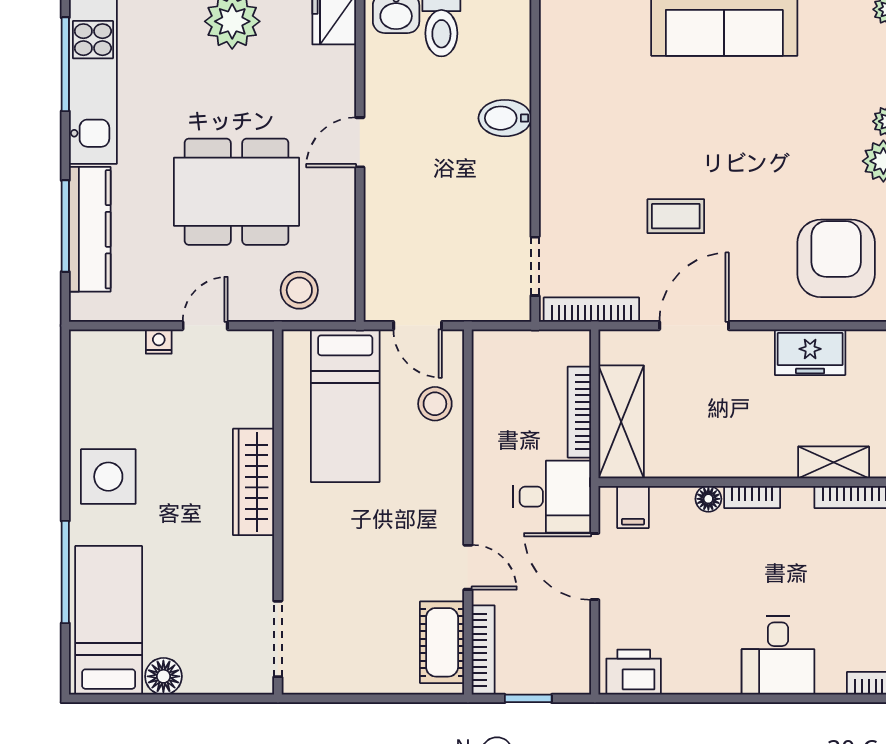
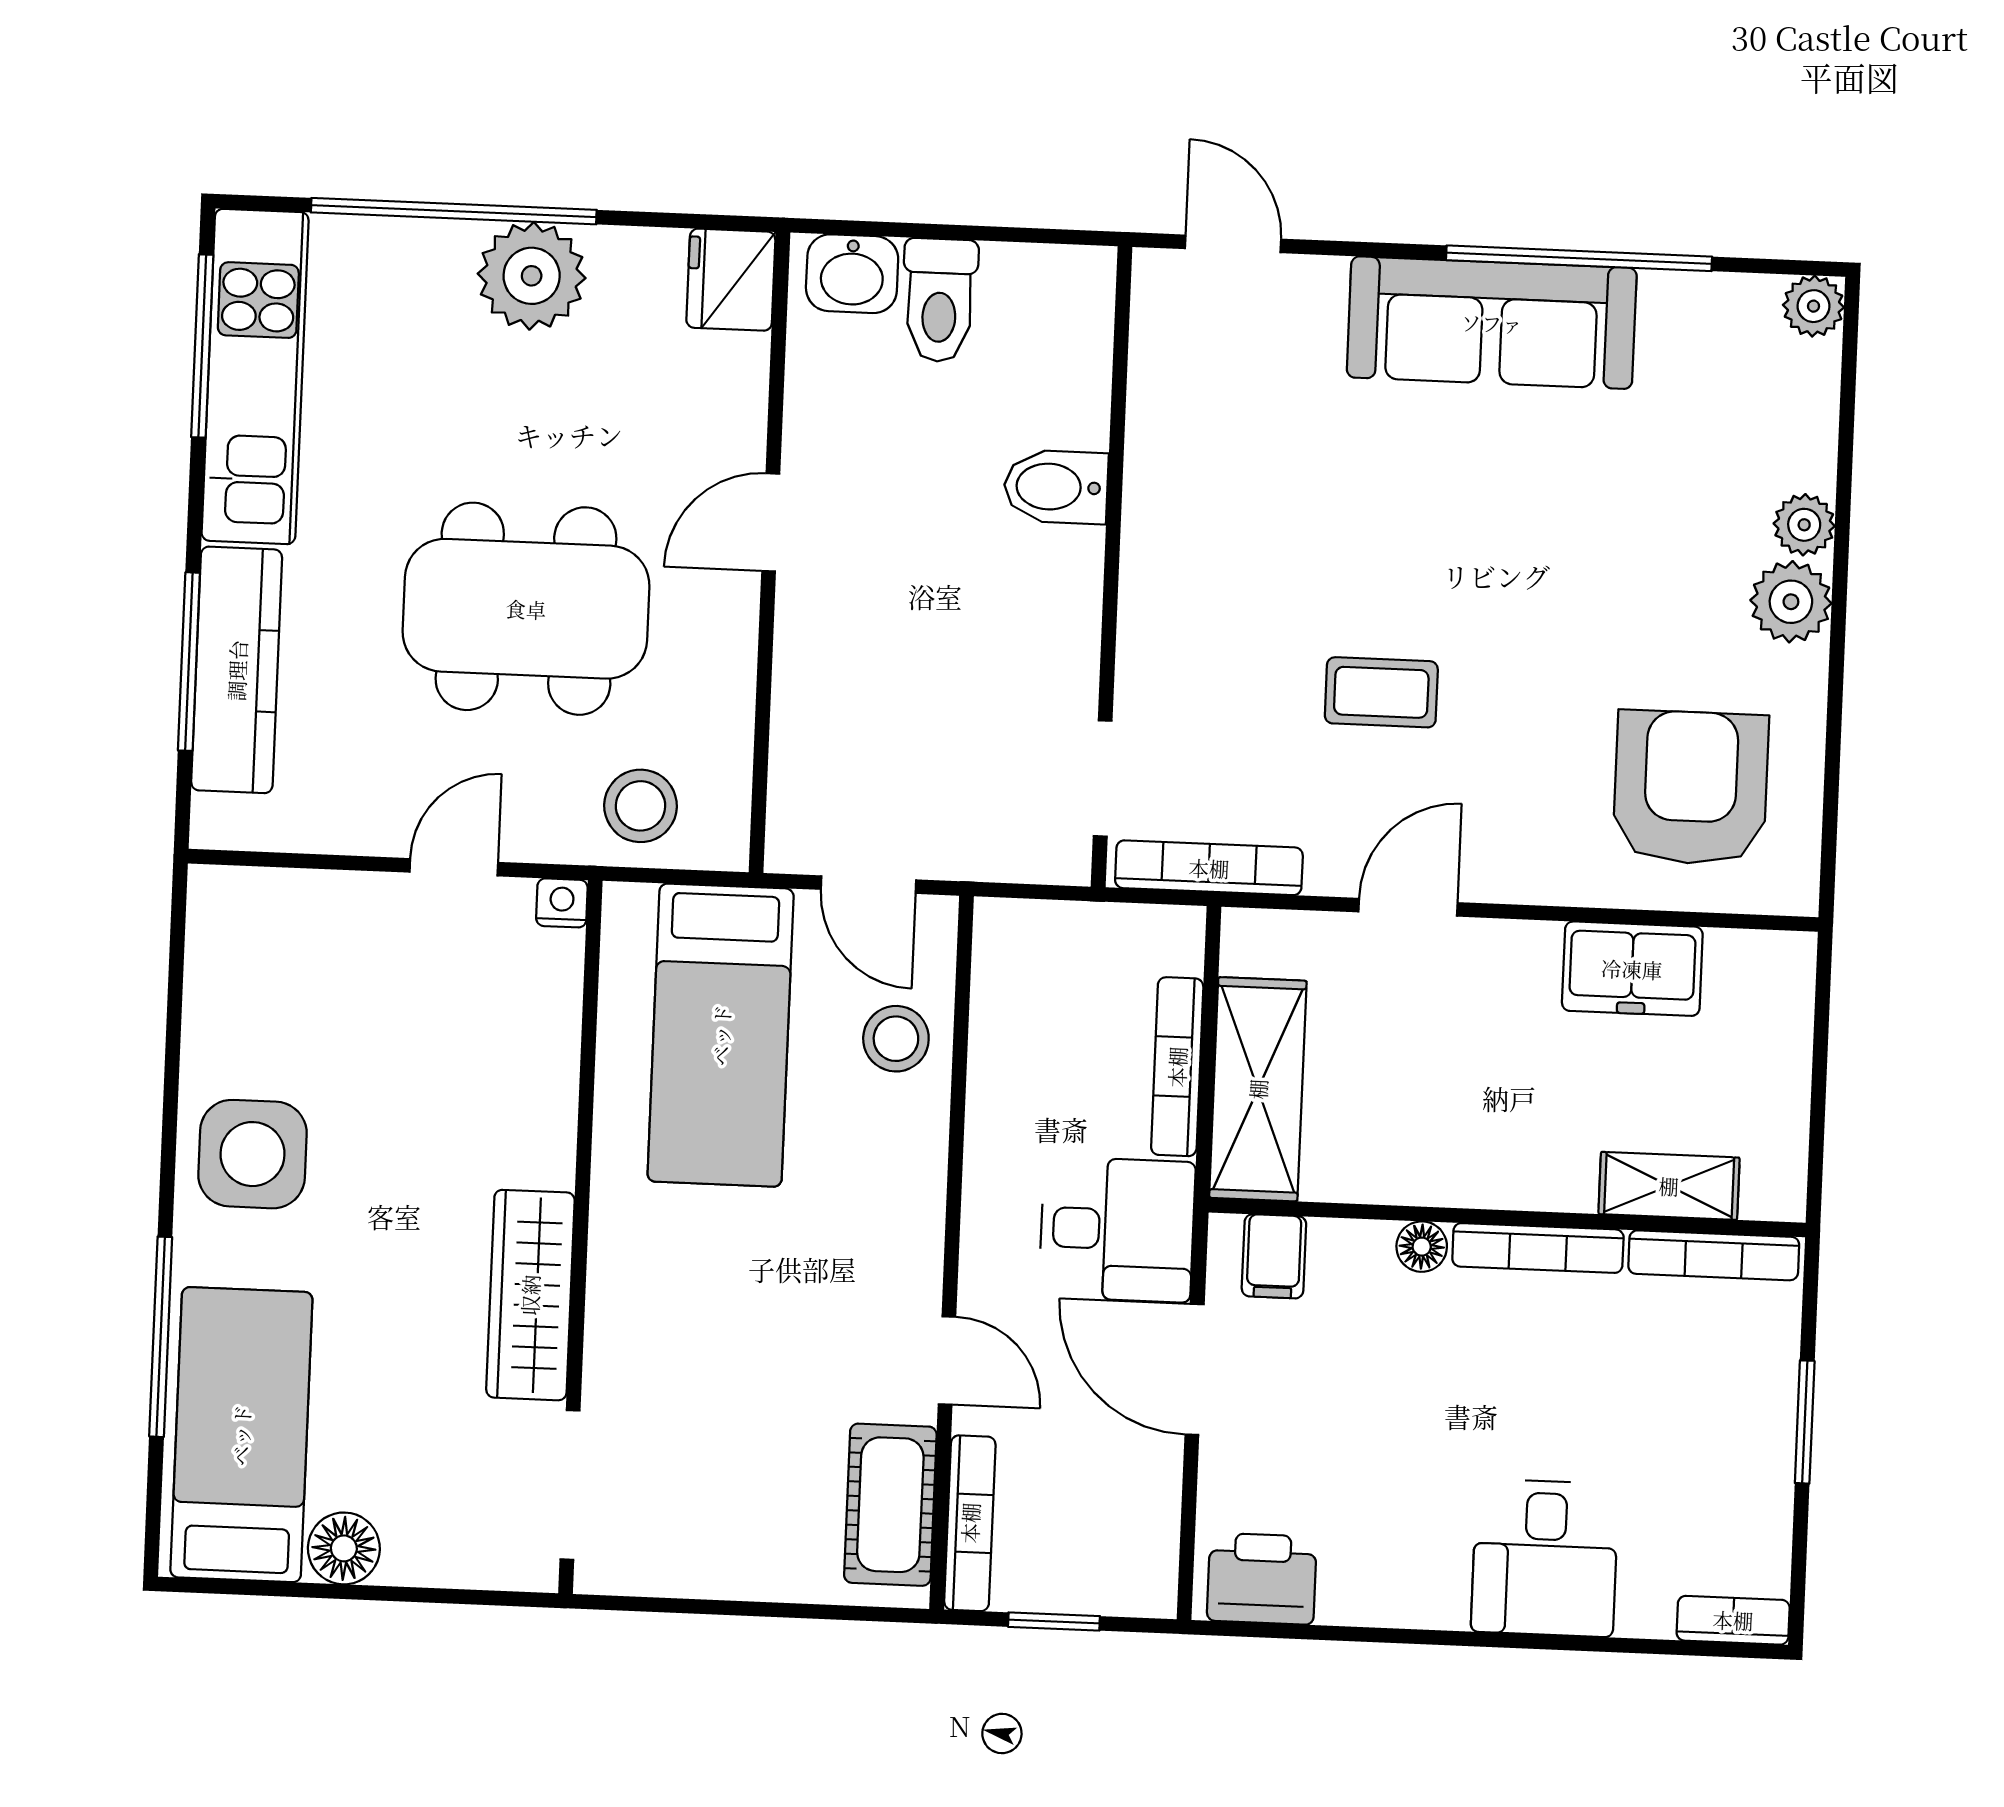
door: (694, 326) -> (1408, 907), width x0.73
nightstand: (159, 341) -> (562, 903), moved
wardrobe: (253, 482) -> (530, 1295), moved
bookcase: (752, 497) -> (1538, 1248), width x1.56

